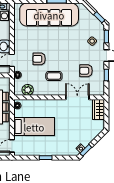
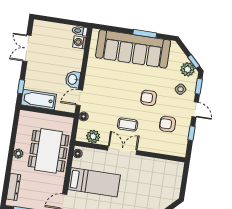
plant: (95, 24) -> (188, 69), added
armchair: (39, 59) -> (149, 98), moved
double door: (77, 97) -> (122, 150), moved
wardrobe: (98, 110) -> (175, 174), removed

